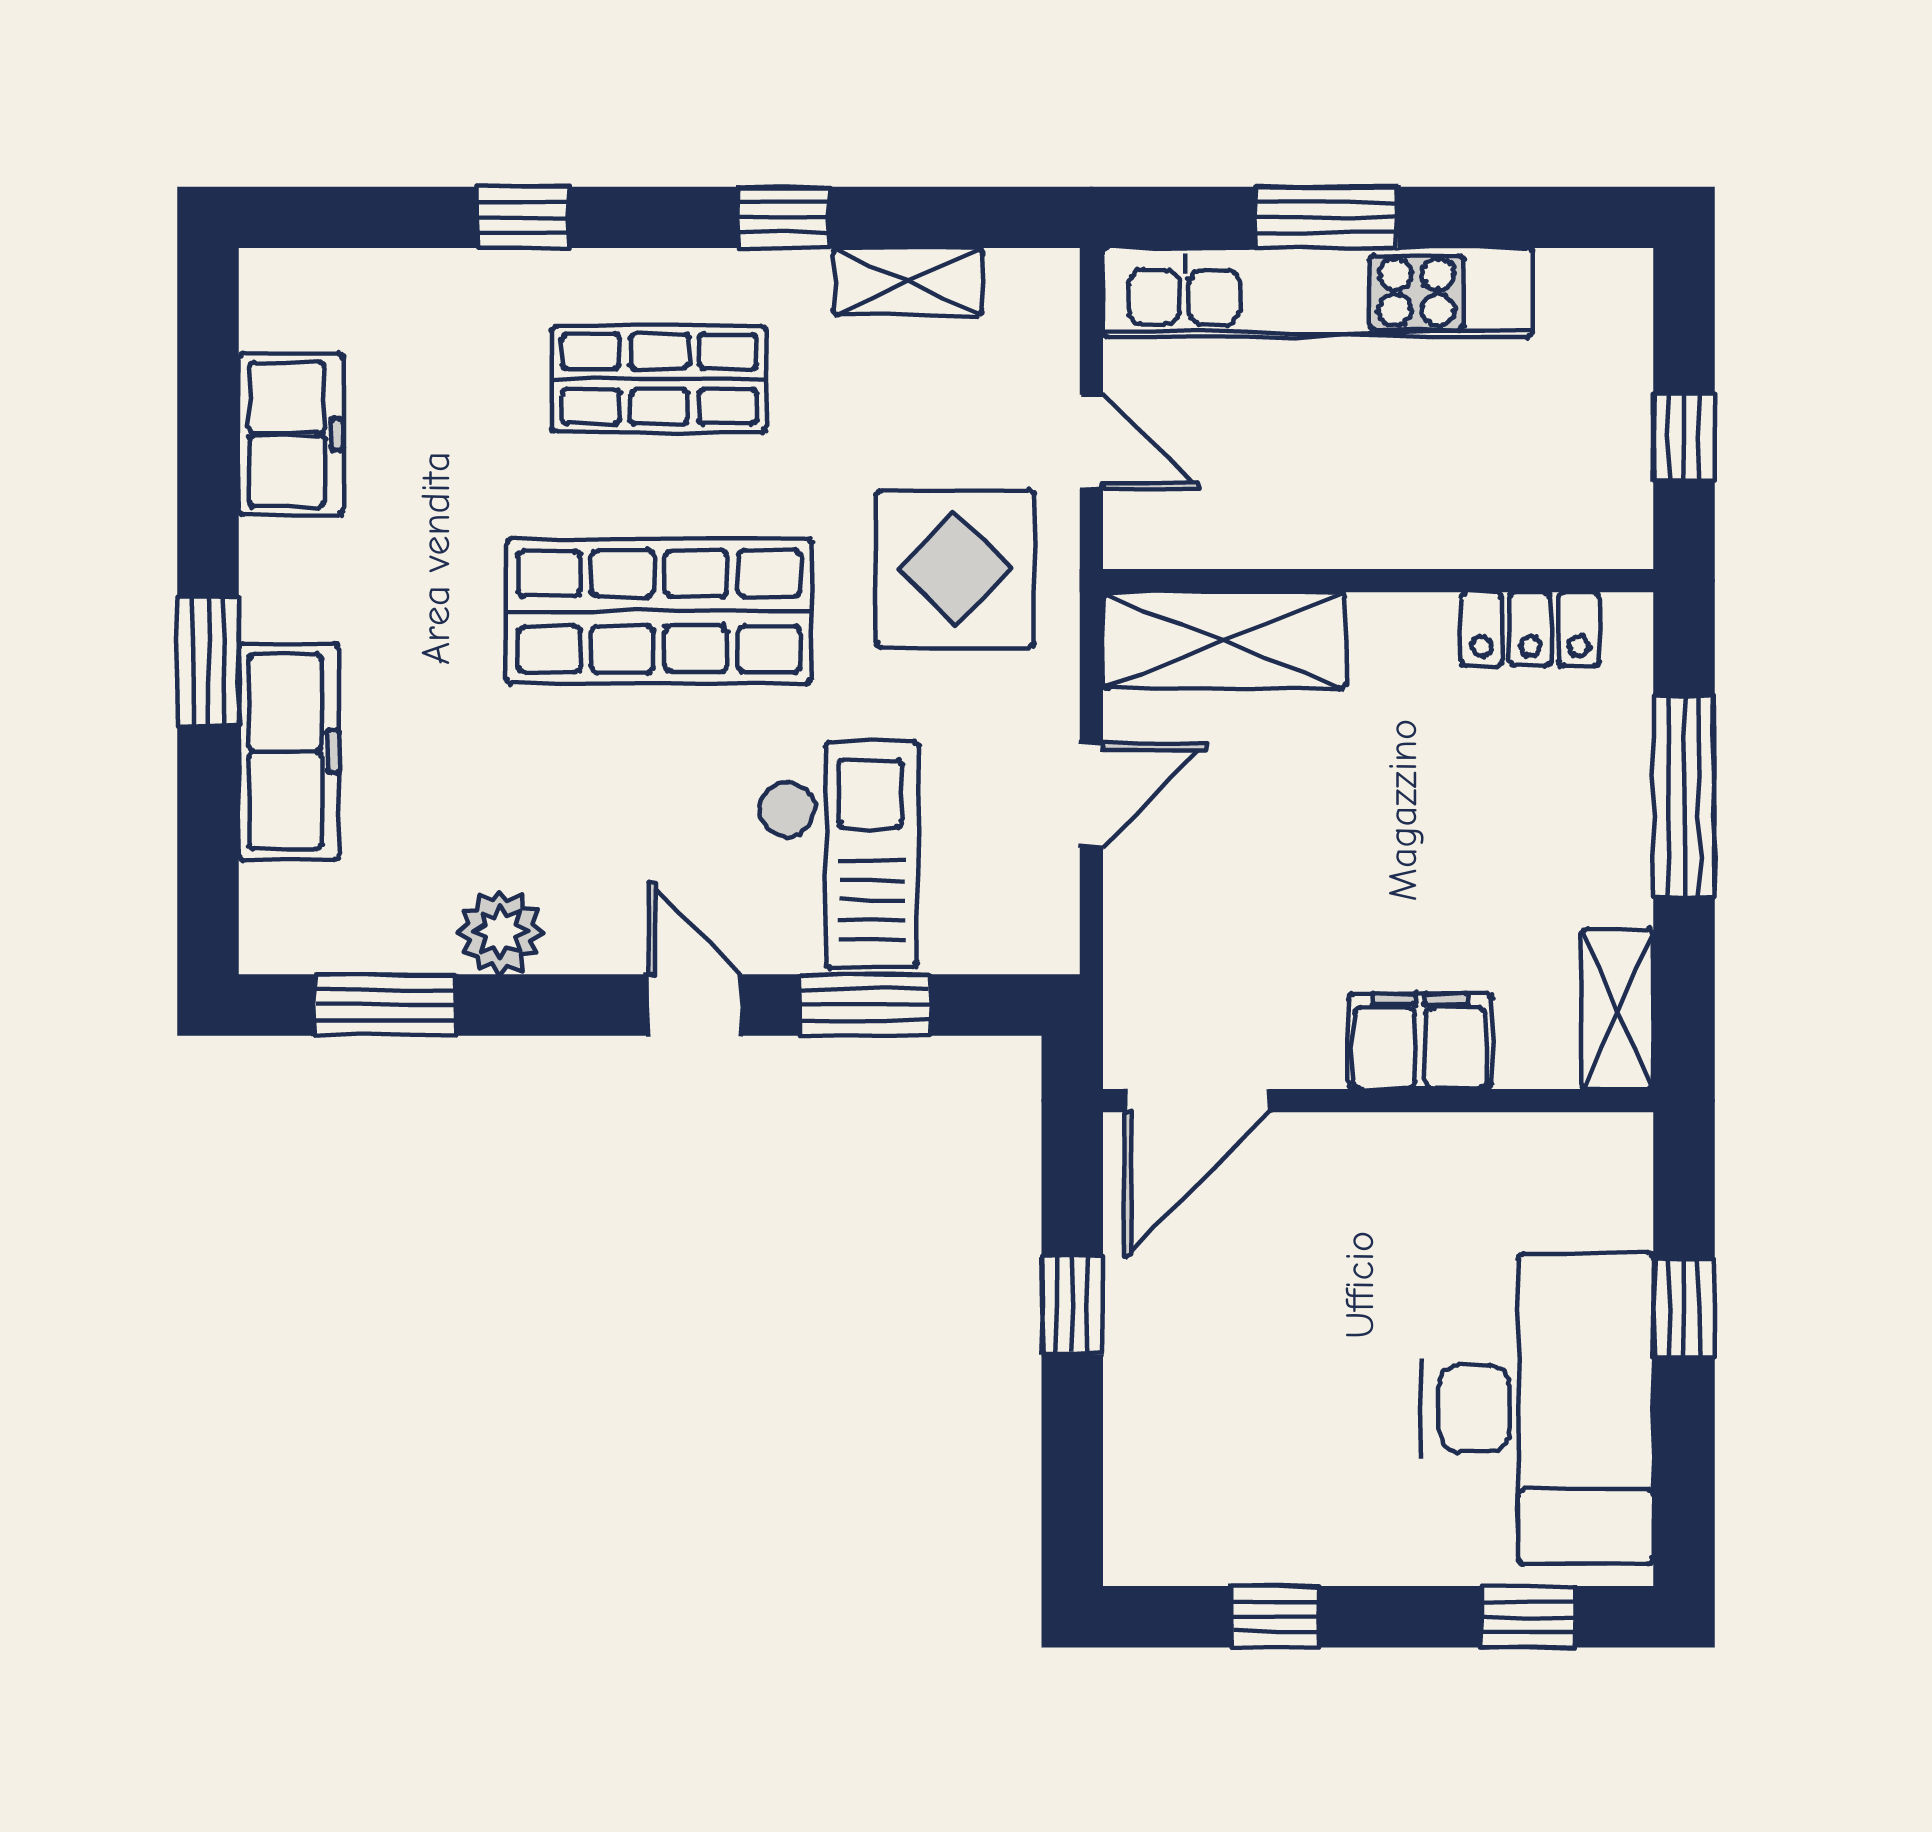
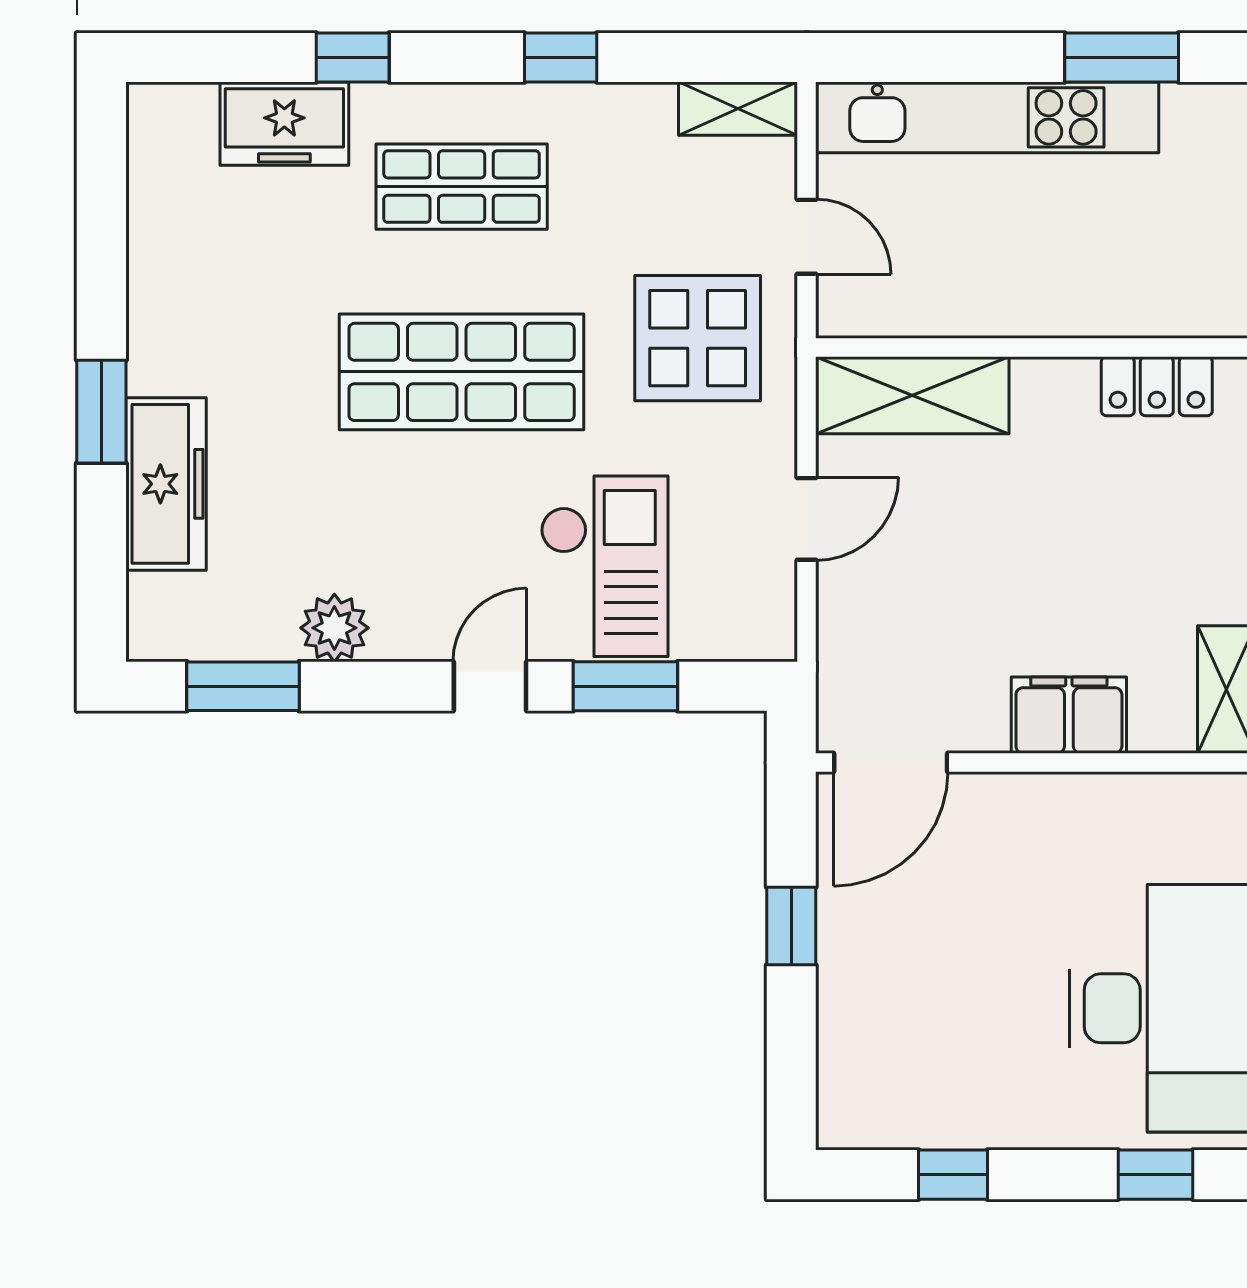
window: (1326, 217) -> (1122, 58), moved
shelving: (908, 281) -> (738, 109), moved
freezer: (291, 434) -> (284, 124), moved, turned 90
door: (695, 1005) -> (490, 686), hinge flipped

